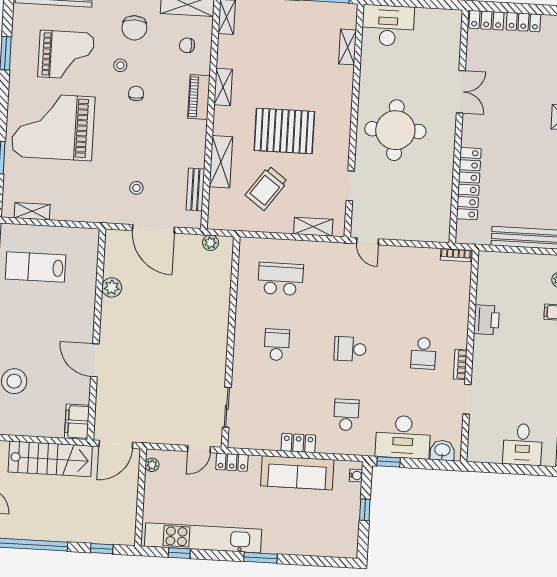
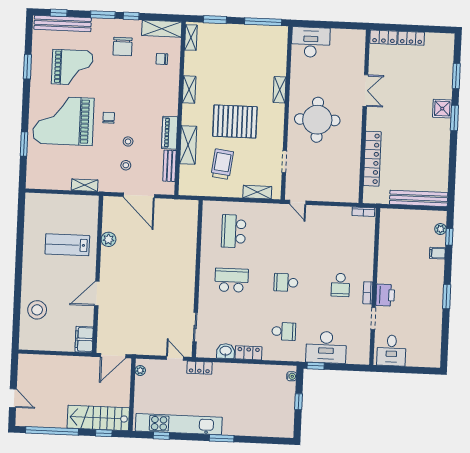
shelving: (348, 47) -> (280, 90), moved
stool: (120, 65) -> (128, 141), moved
chair: (136, 93) -> (109, 118), moved
piano: (199, 97) -> (170, 133), moved
trolley: (266, 188) -> (222, 164), turned 151
shelving: (32, 211) -> (85, 185), moved
plant: (210, 243) -> (181, 205), removed
lab bench: (36, 267) -> (67, 245), moved
school desk: (281, 279) -> (234, 231), turned -90
printer: (487, 320) -> (385, 295), moved
school desk: (277, 345) -> (231, 280), width x1.85
door: (95, 360) -> (97, 294), hinge flipped
school desk: (346, 415) -> (284, 331), turned 90
desk: (523, 444) -> (391, 350), moved
door: (199, 449) -> (175, 358), swing flipped
washbasin: (442, 450) -> (226, 351), moved
stairs: (50, 459) -> (98, 418), moved, turned 180
sofa: (297, 473) -> (248, 375), removed

